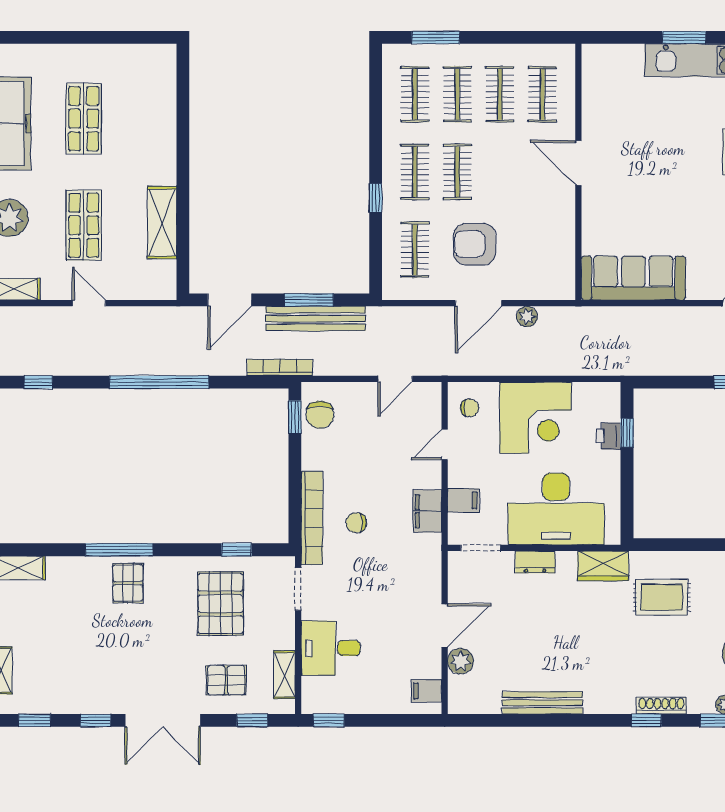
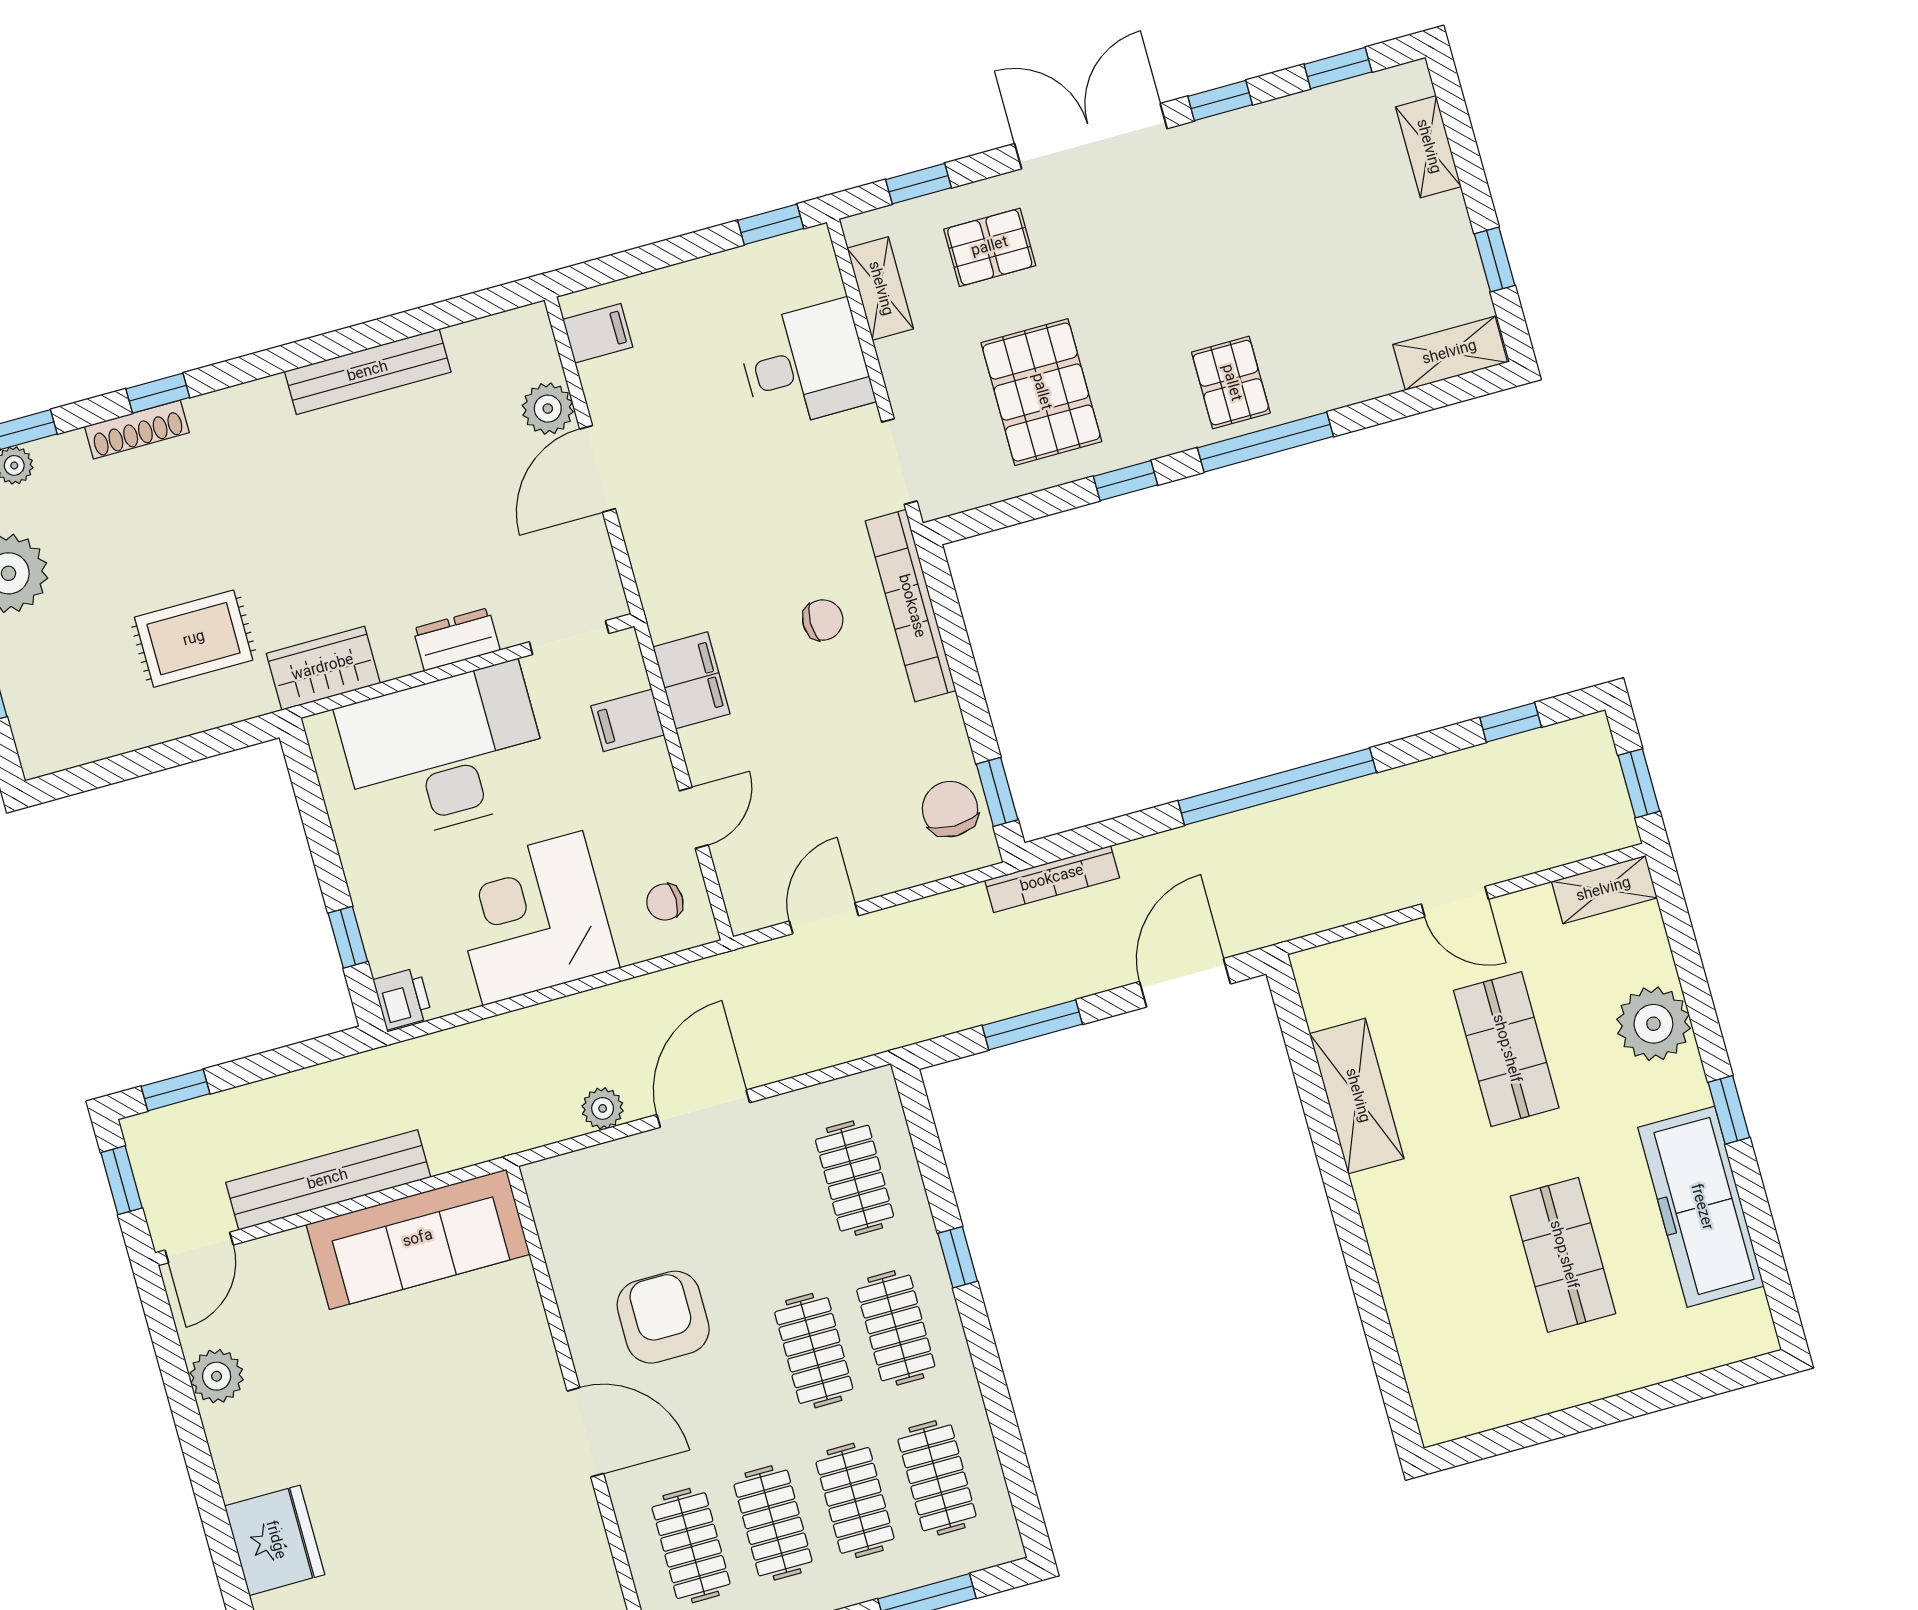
armchair: (475, 244) -> (663, 1317), moved, turned -90
bench: (316, 319) -> (328, 1180), moved
printer: (609, 436) -> (403, 999), moved
window: (237, 550) -> (1125, 481), moved

